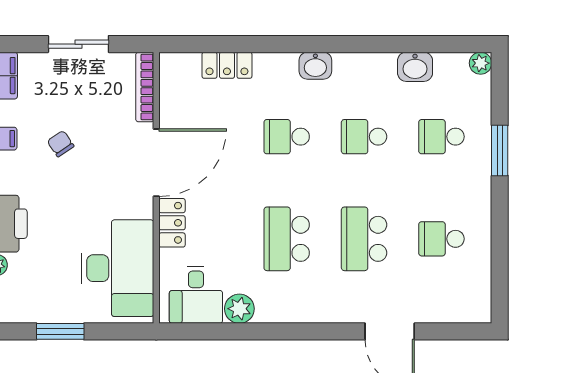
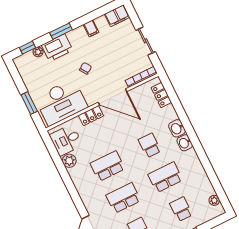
plant: (481, 63) -> (214, 200), moved
locker: (227, 65) -> (161, 95), moved
washbasin: (415, 67) -> (177, 128), moved
school desk: (364, 137) -> (165, 177), width x1.85
chair: (61, 144) -> (86, 68), moved
window: (60, 331) -> (29, 103), moved

